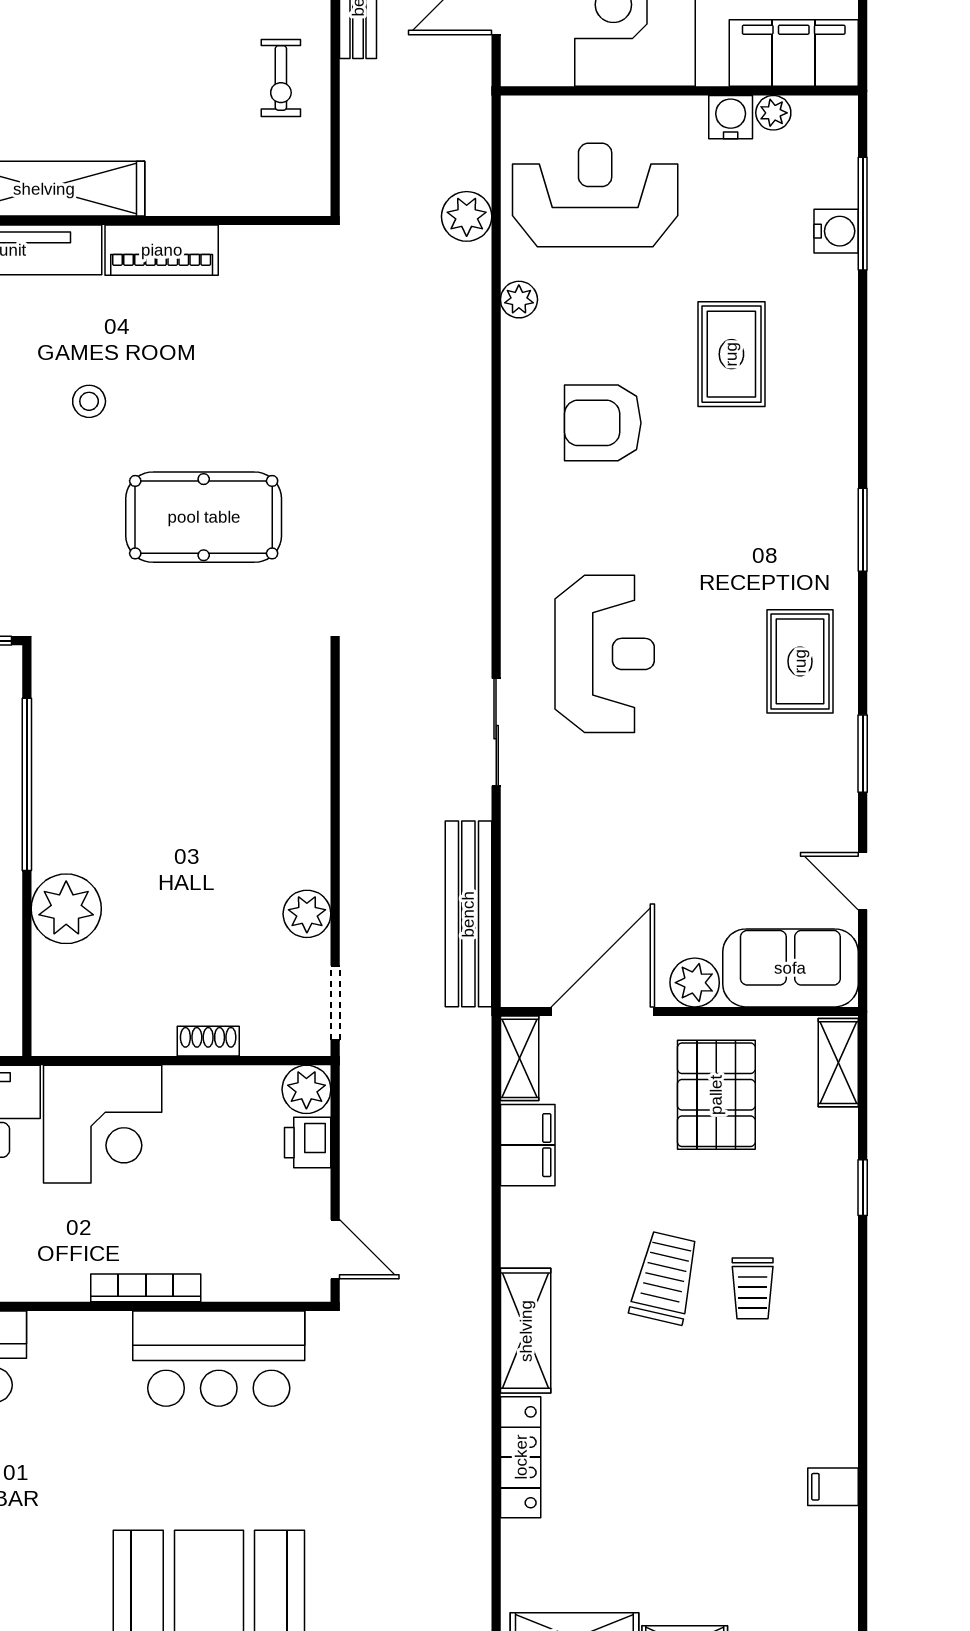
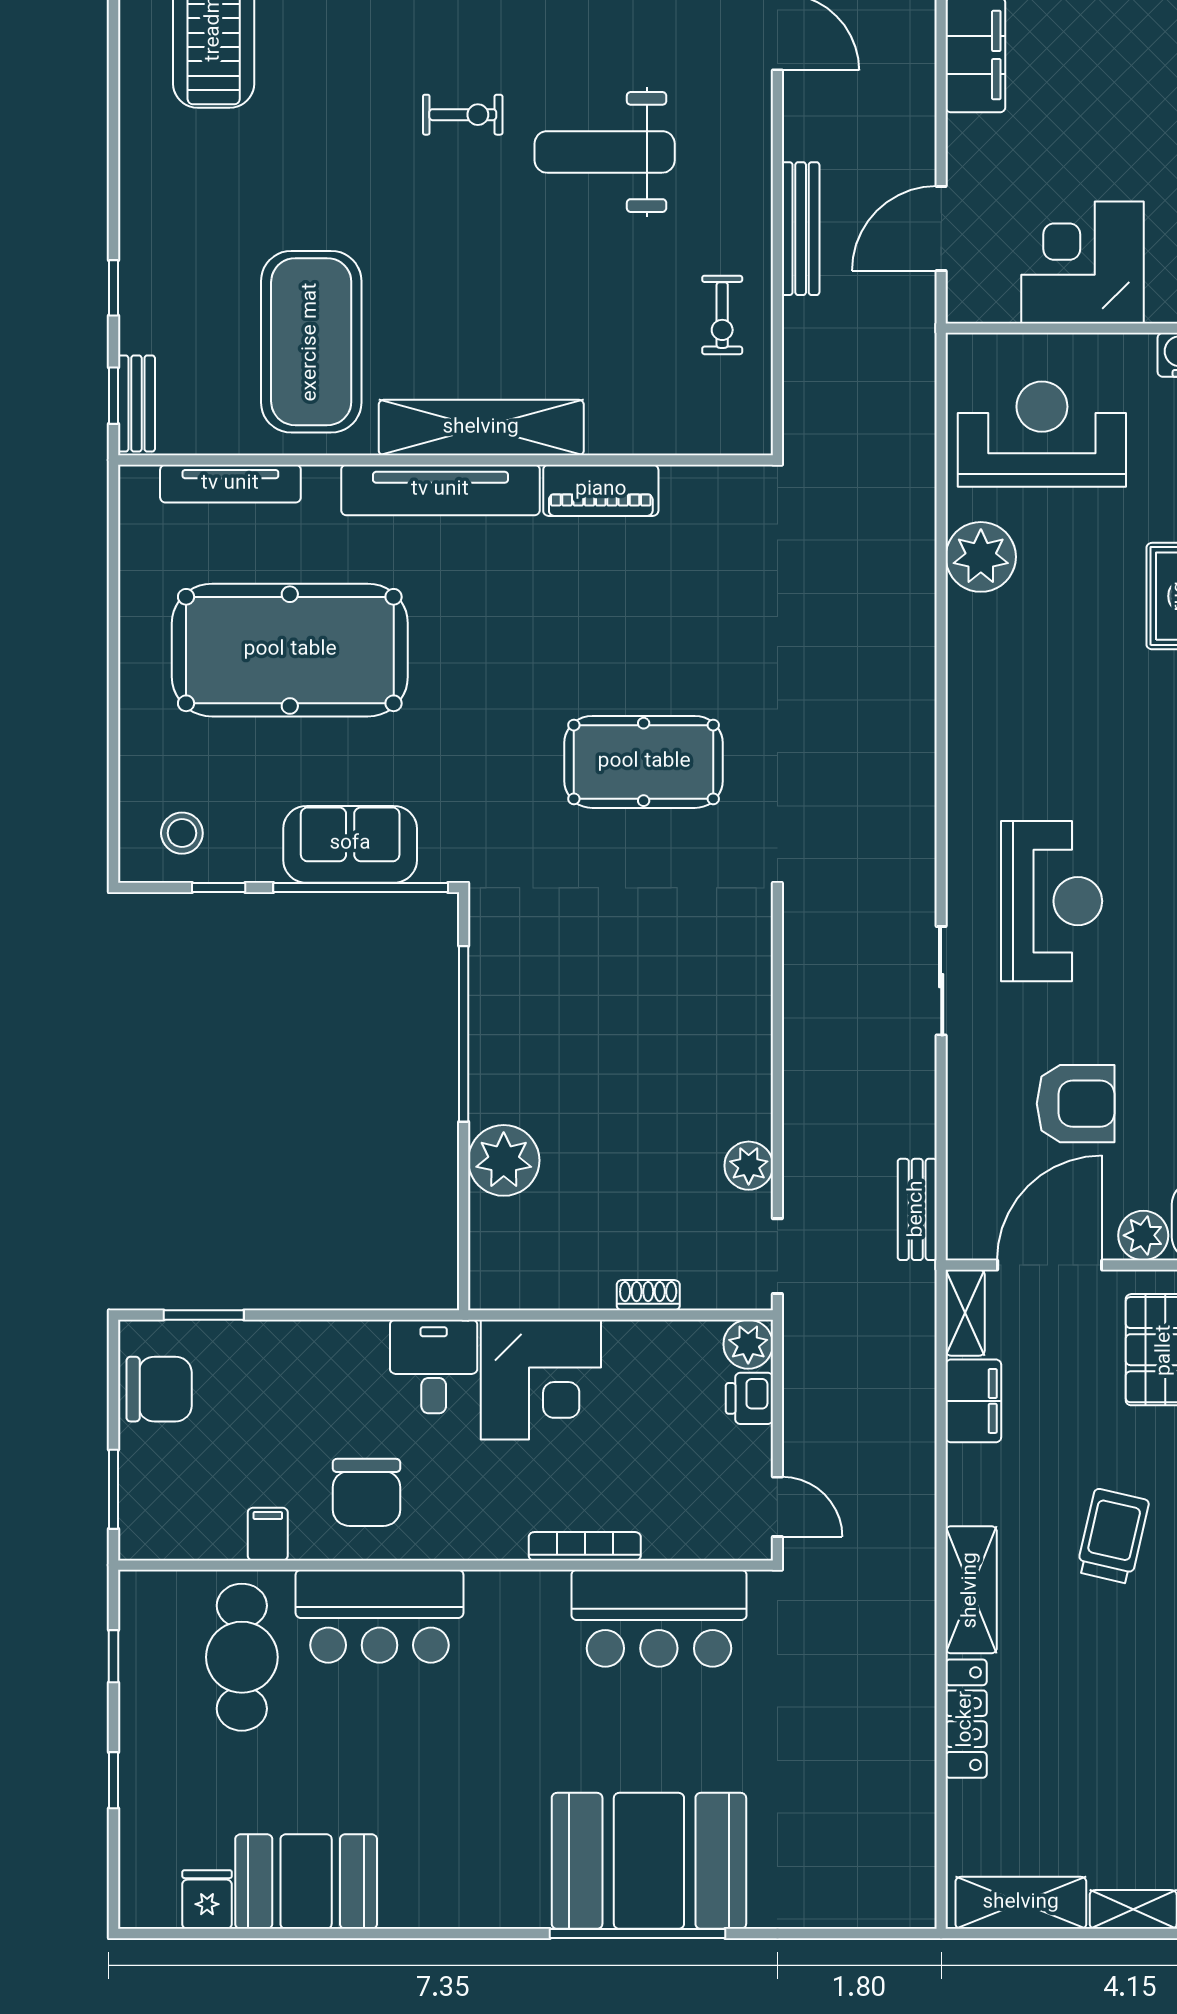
plant: (467, 216) -> (911, 456), removed
plant: (519, 300) -> (981, 557), width x1.88, depth x1.88
stool: (89, 401) -> (527, 644), removed
armchair: (603, 423) -> (1076, 1104), moved, turned 180
bench: (468, 914) -> (917, 1209), width x0.54, depth x0.82

